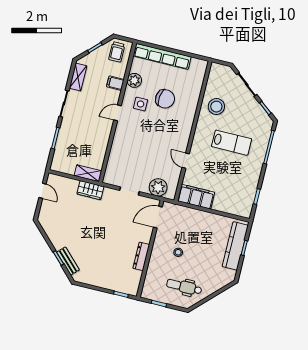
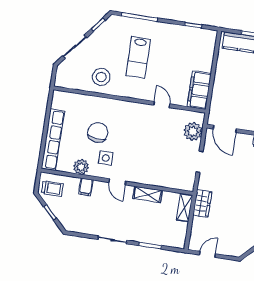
shelving: (78, 77) -> (148, 194), moved
lab bench: (232, 143) -> (138, 57), turned 180
door: (186, 161) -> (162, 104), swing flipped

